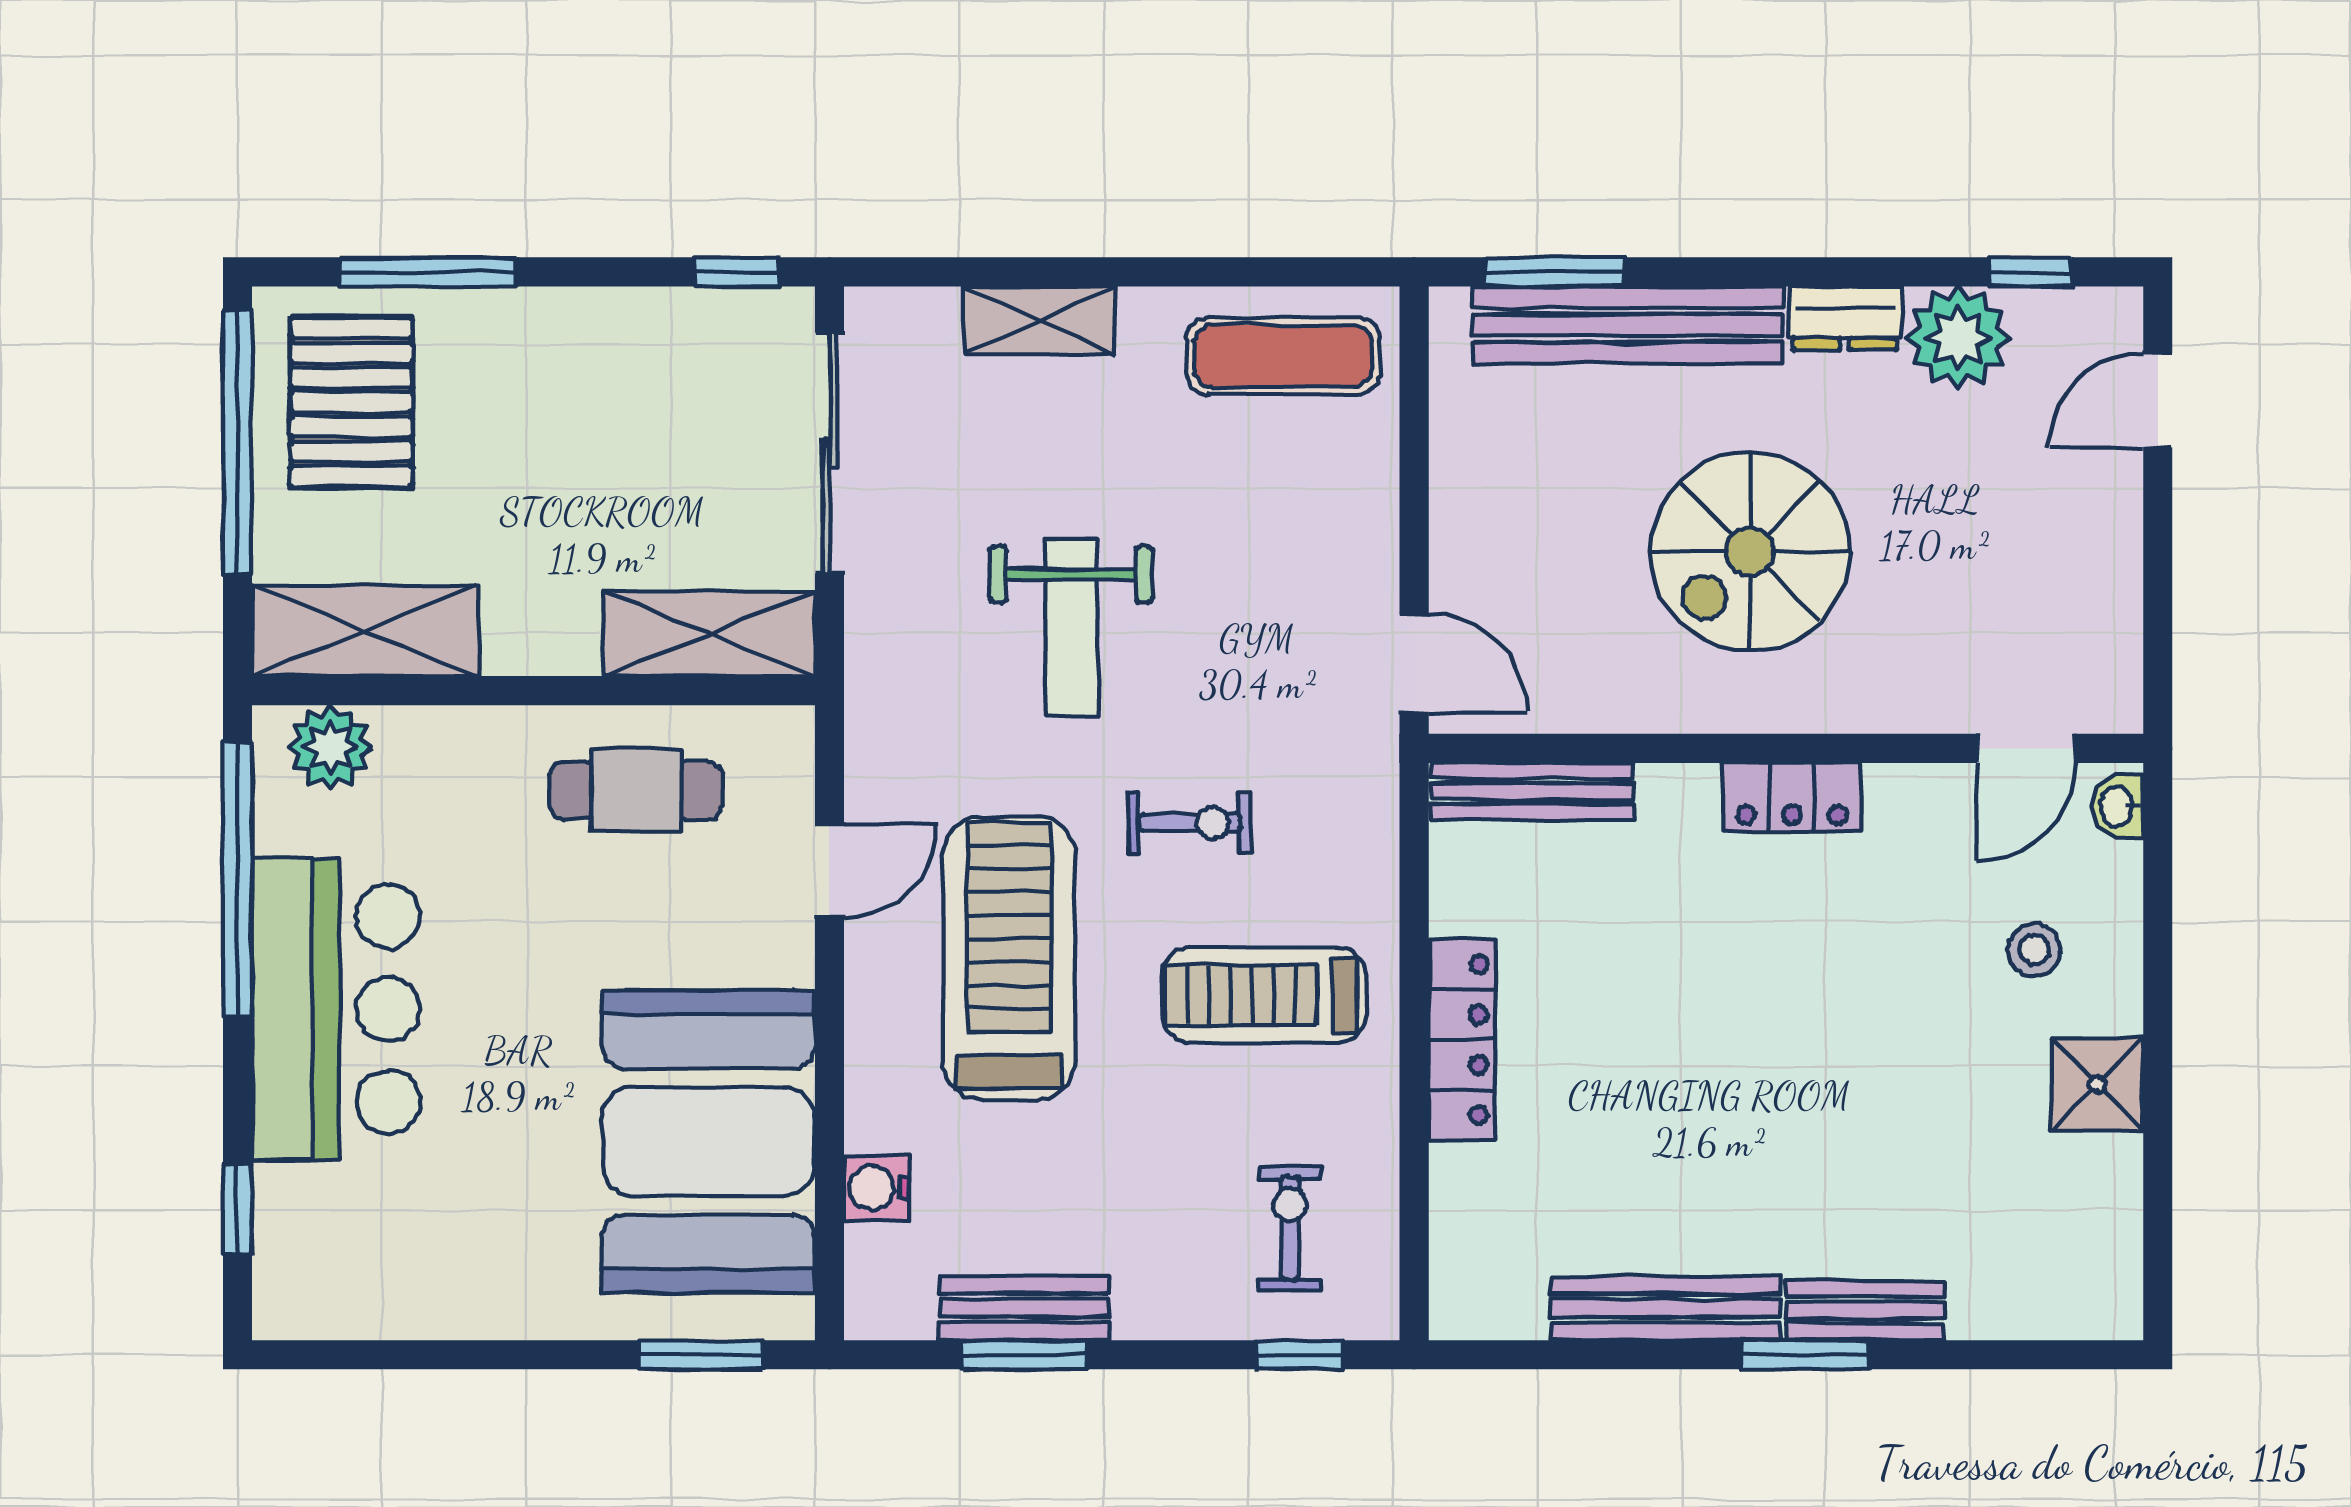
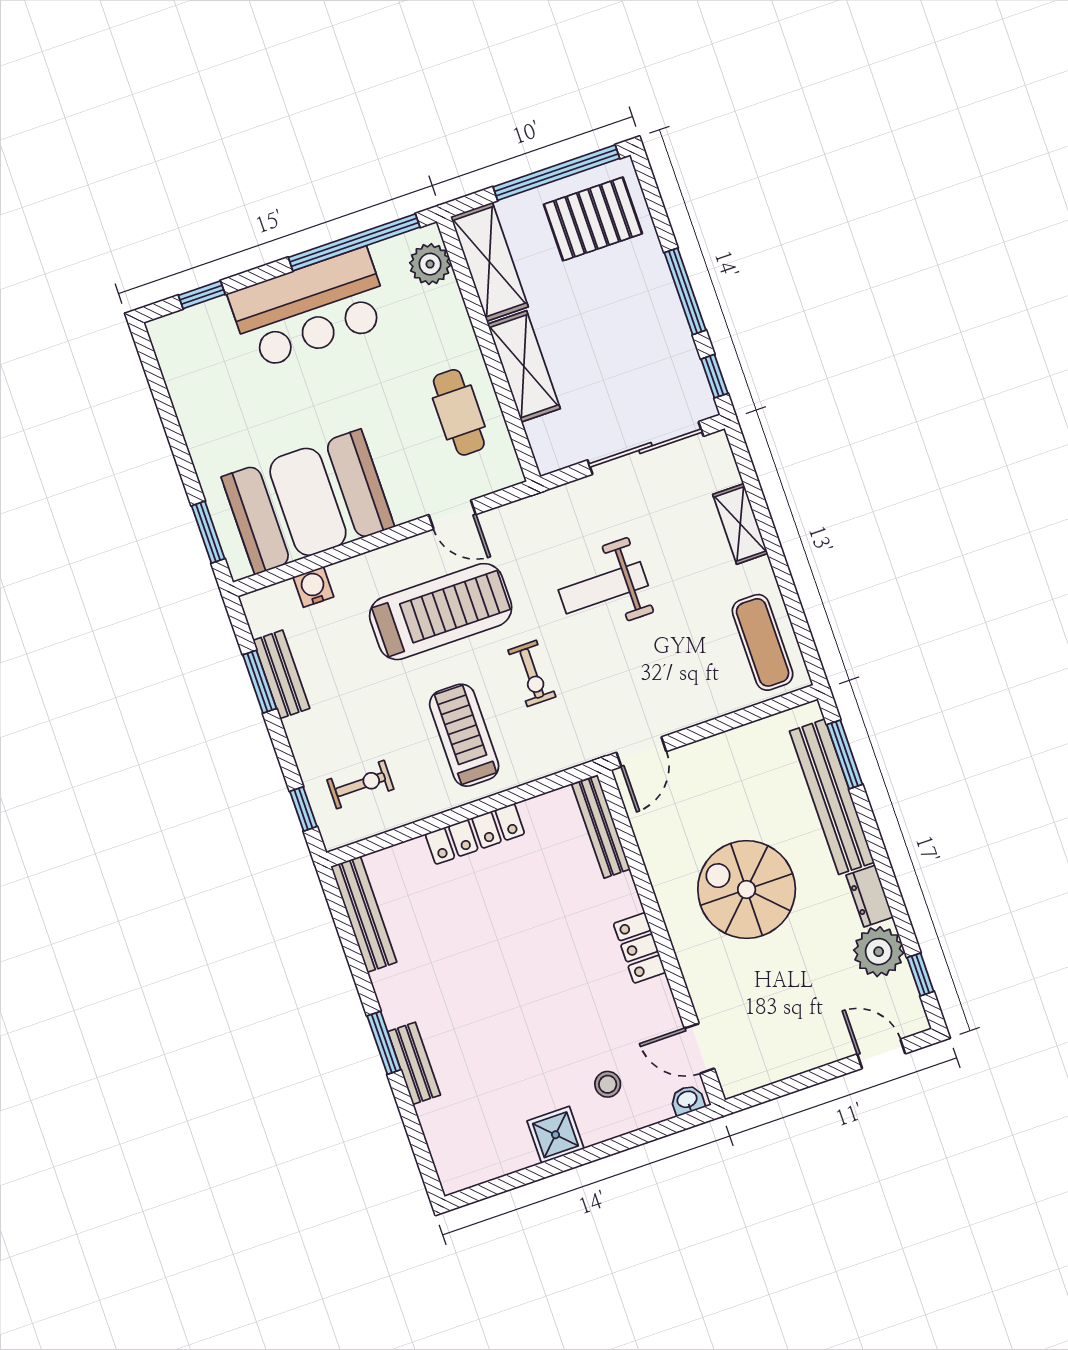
window: (428, 272) -> (685, 291), moved
shelving: (709, 634) -> (524, 366), moved
bench: (1666, 1308) -> (364, 914), moved

